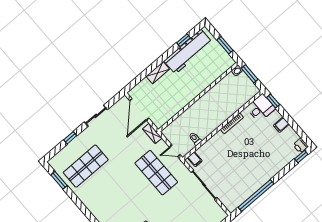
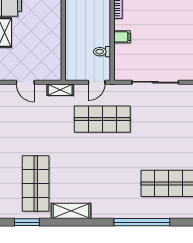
door: (139, 109) -> (25, 82), width x0.53
filing cabinet: (195, 159) -> (122, 37), moved
shelving: (87, 200) -> (71, 211), added

